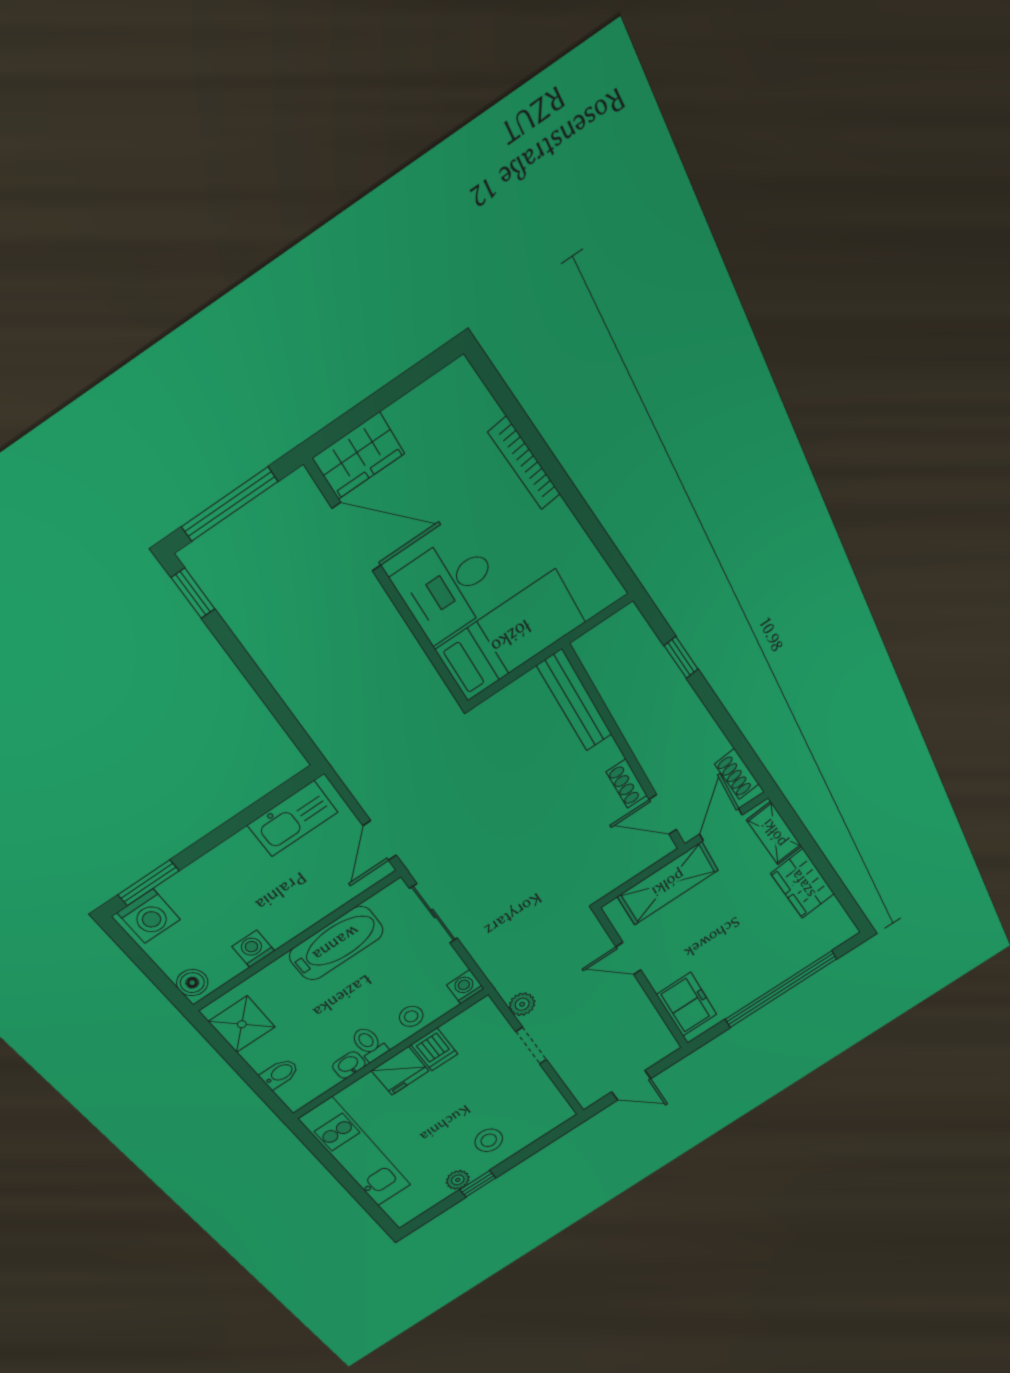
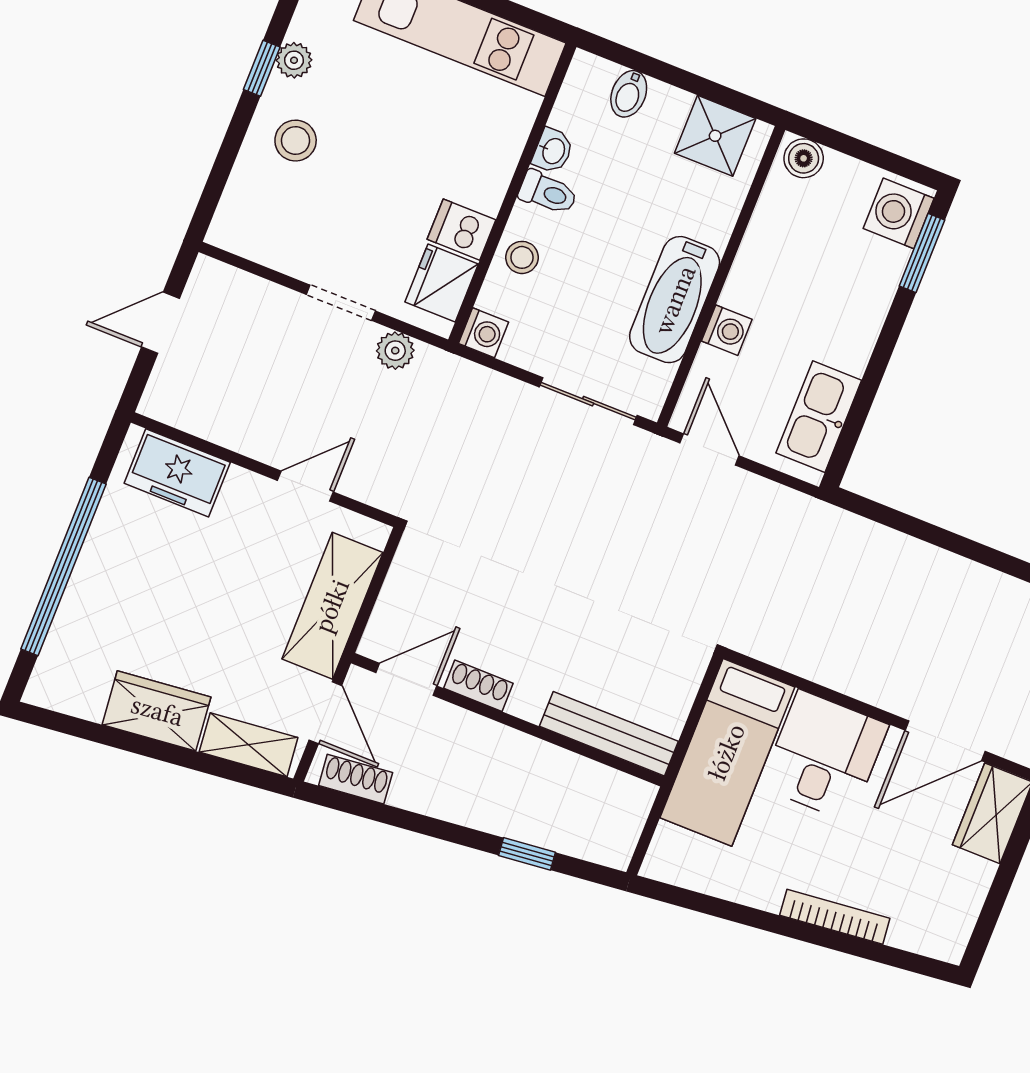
washing machine: (253, 949) -> (727, 330), moved
fridge: (400, 1071) -> (442, 283), moved

